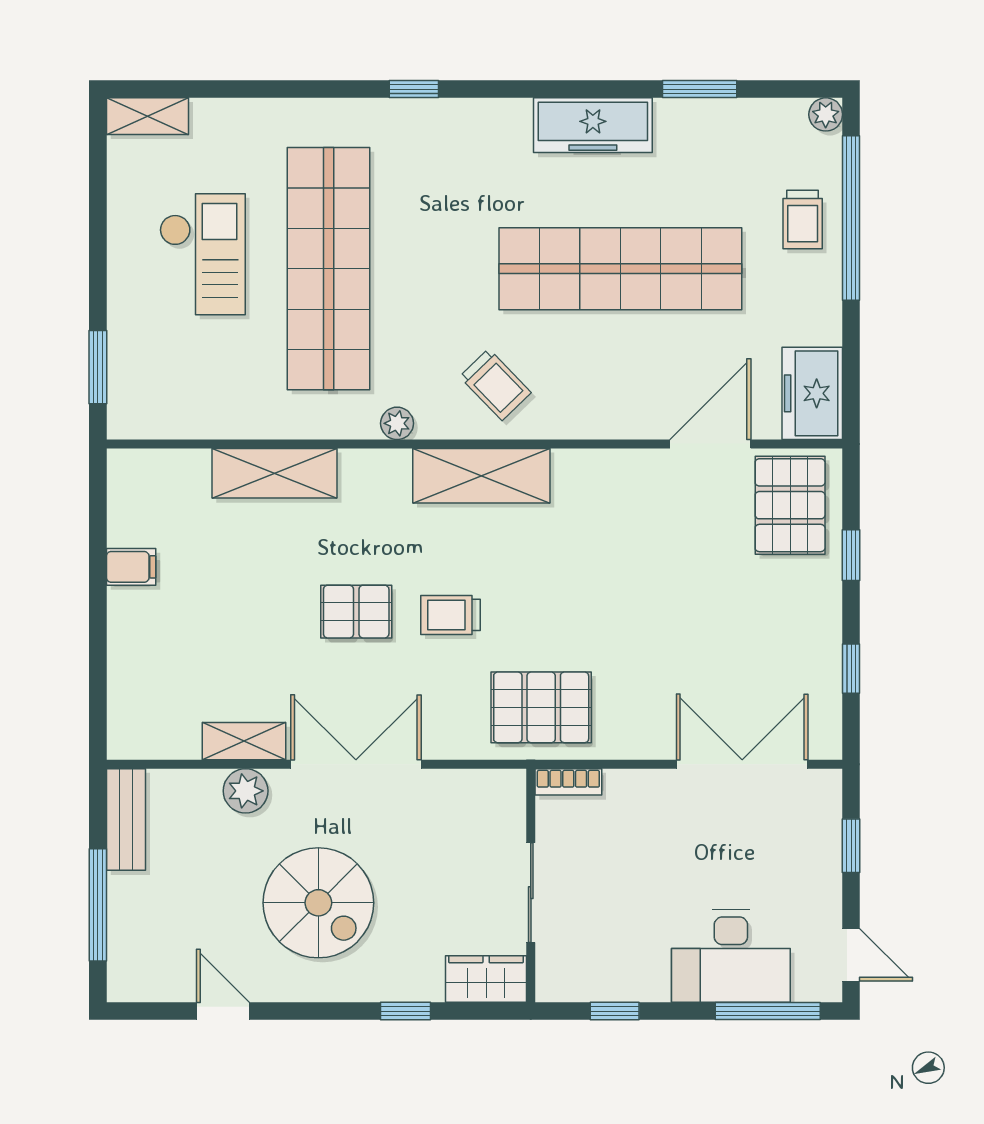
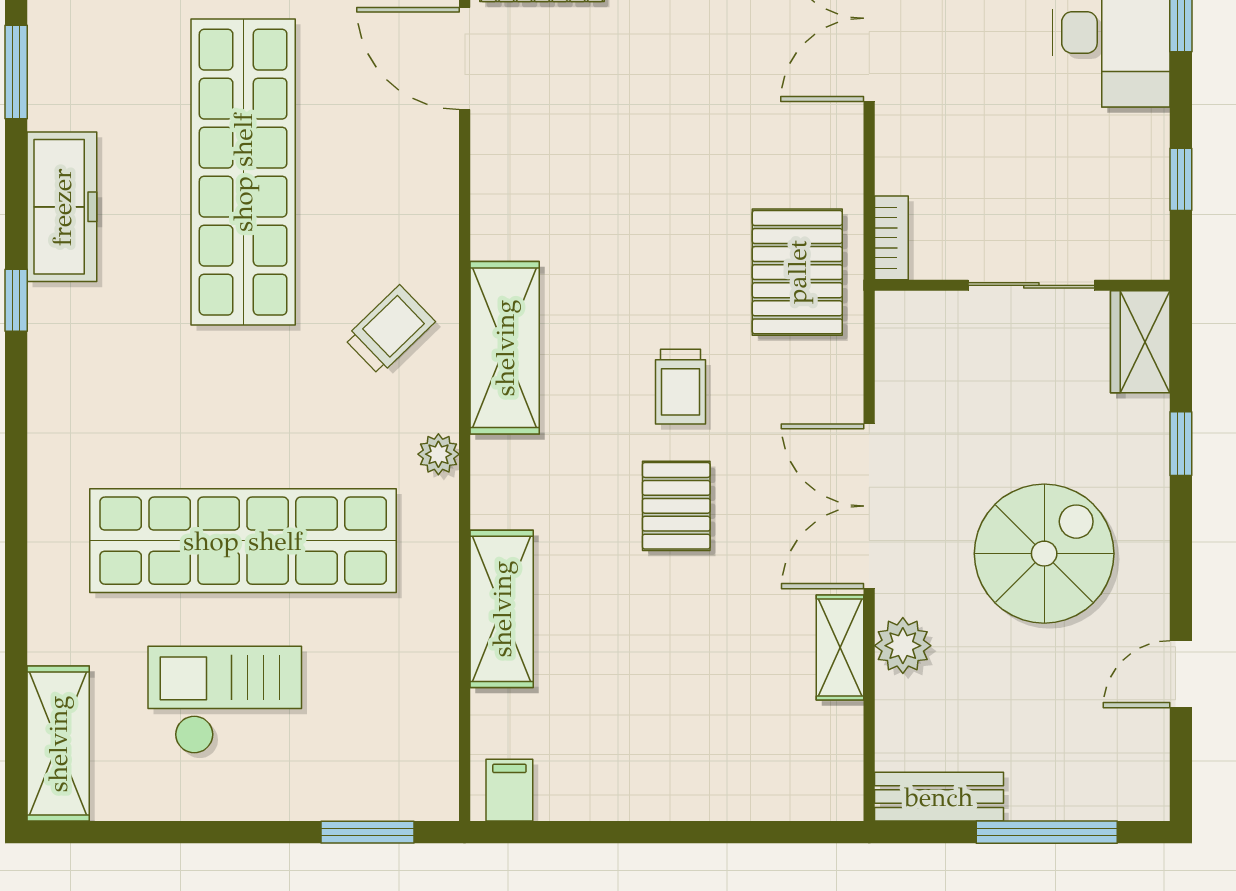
window: (414, 89) -> (16, 300), moved
shelving: (148, 116) -> (58, 744), width x1.50, depth x1.33
filing cabinet: (131, 567) -> (509, 790), moved

